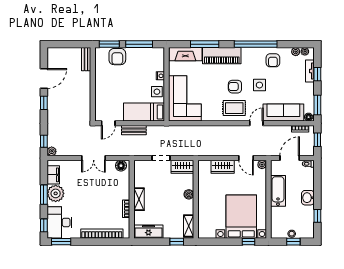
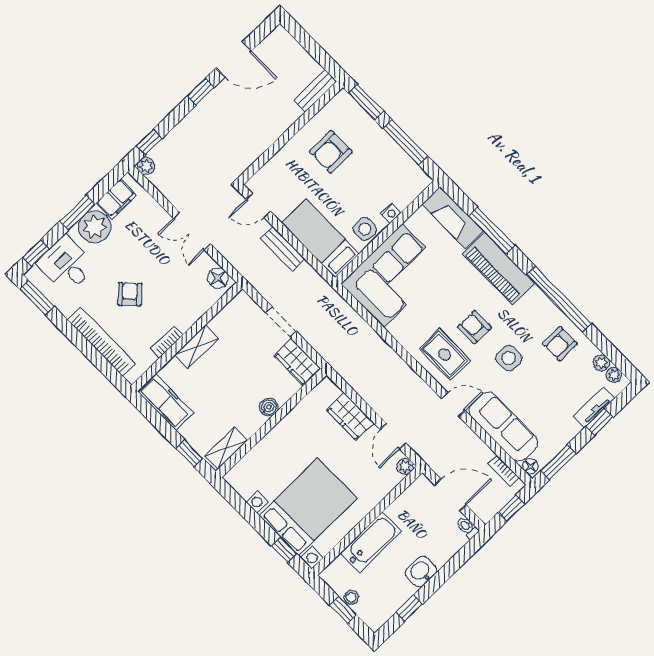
armchair: (117, 57) -> (331, 152), moved
bathtub: (278, 191) -> (371, 542), moved
armchair: (94, 205) -> (130, 294), added
desk: (59, 222) -> (66, 265), width x0.73

